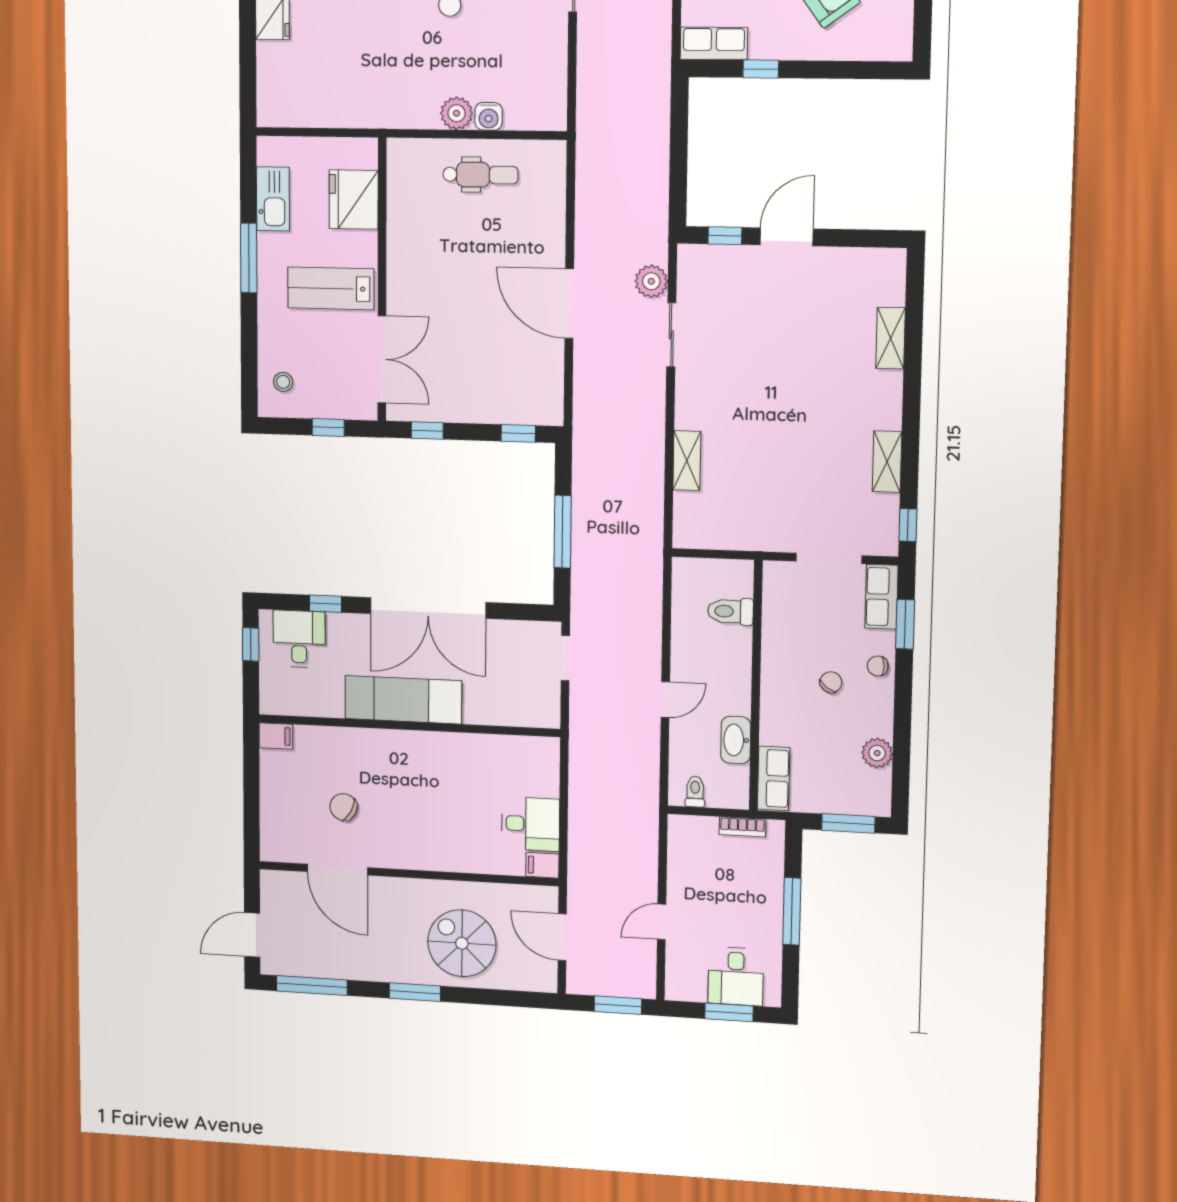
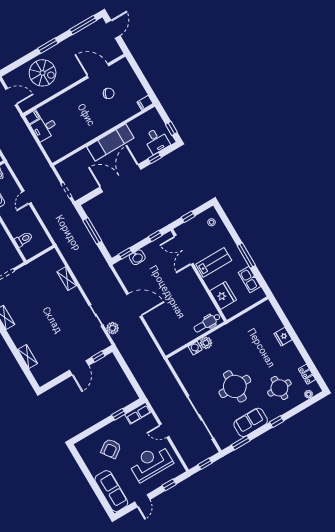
dental chair: (480, 175) -> (207, 323), moved
washbasin: (497, 408) -> (137, 257), added

